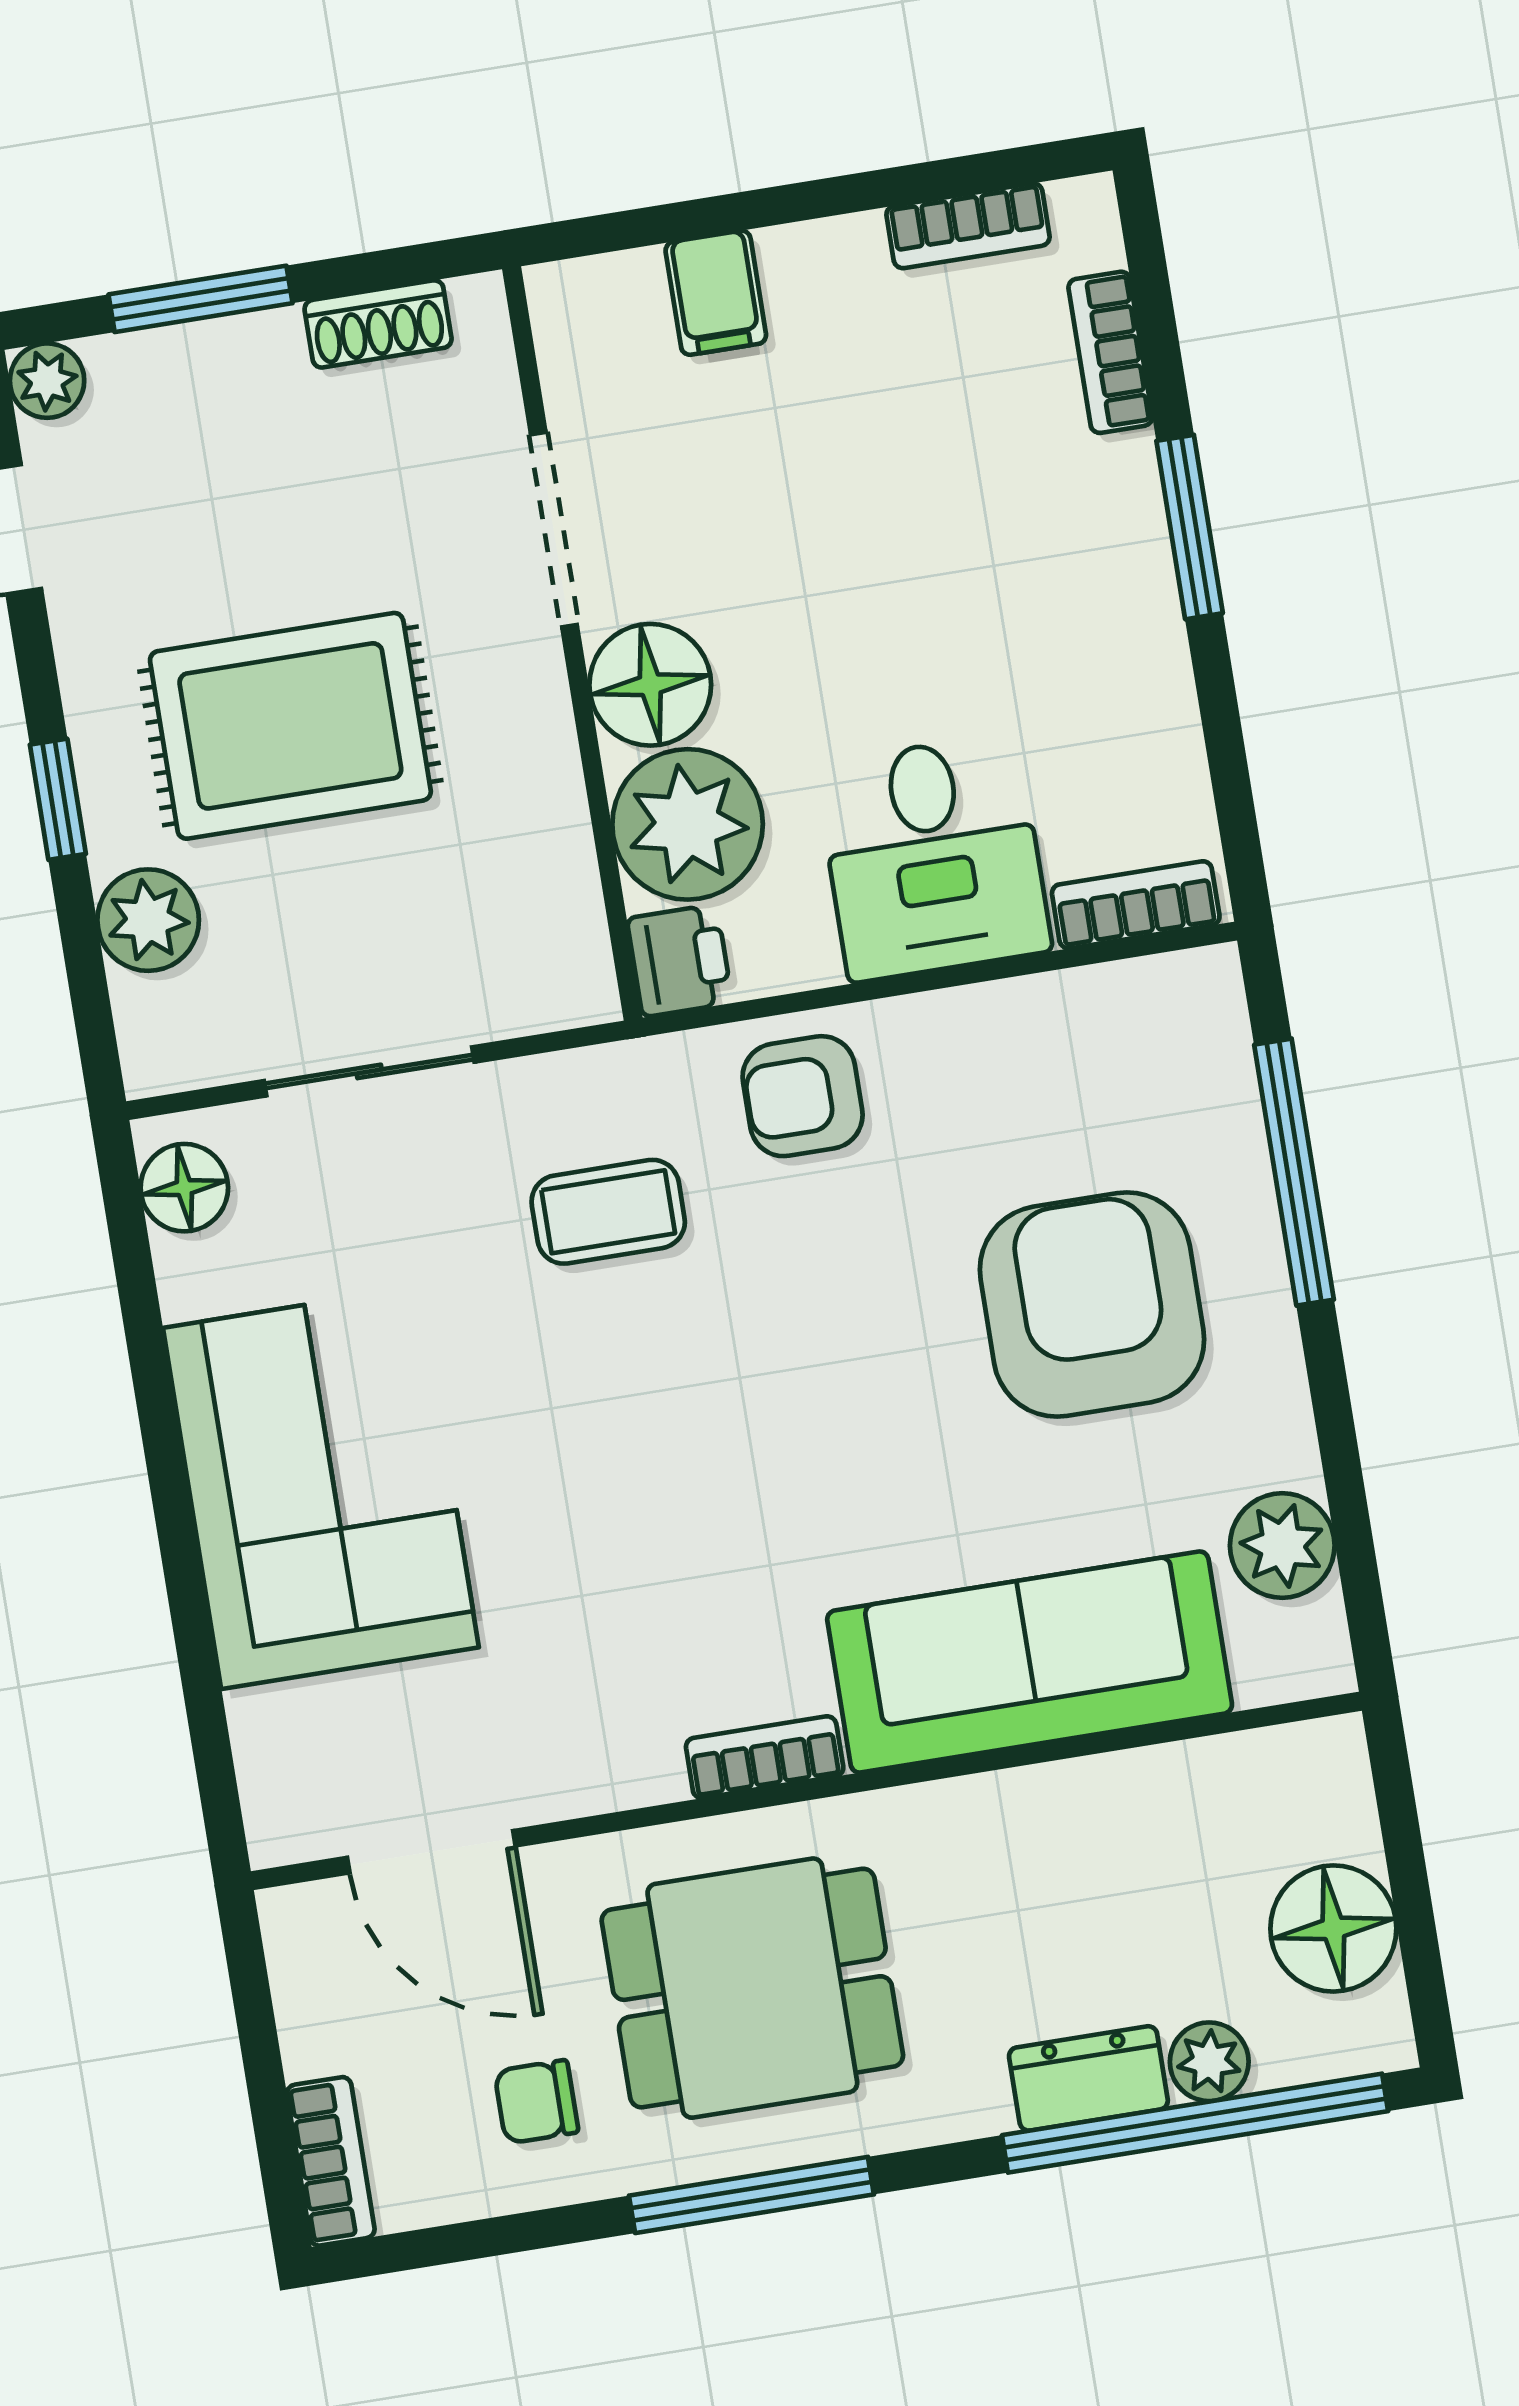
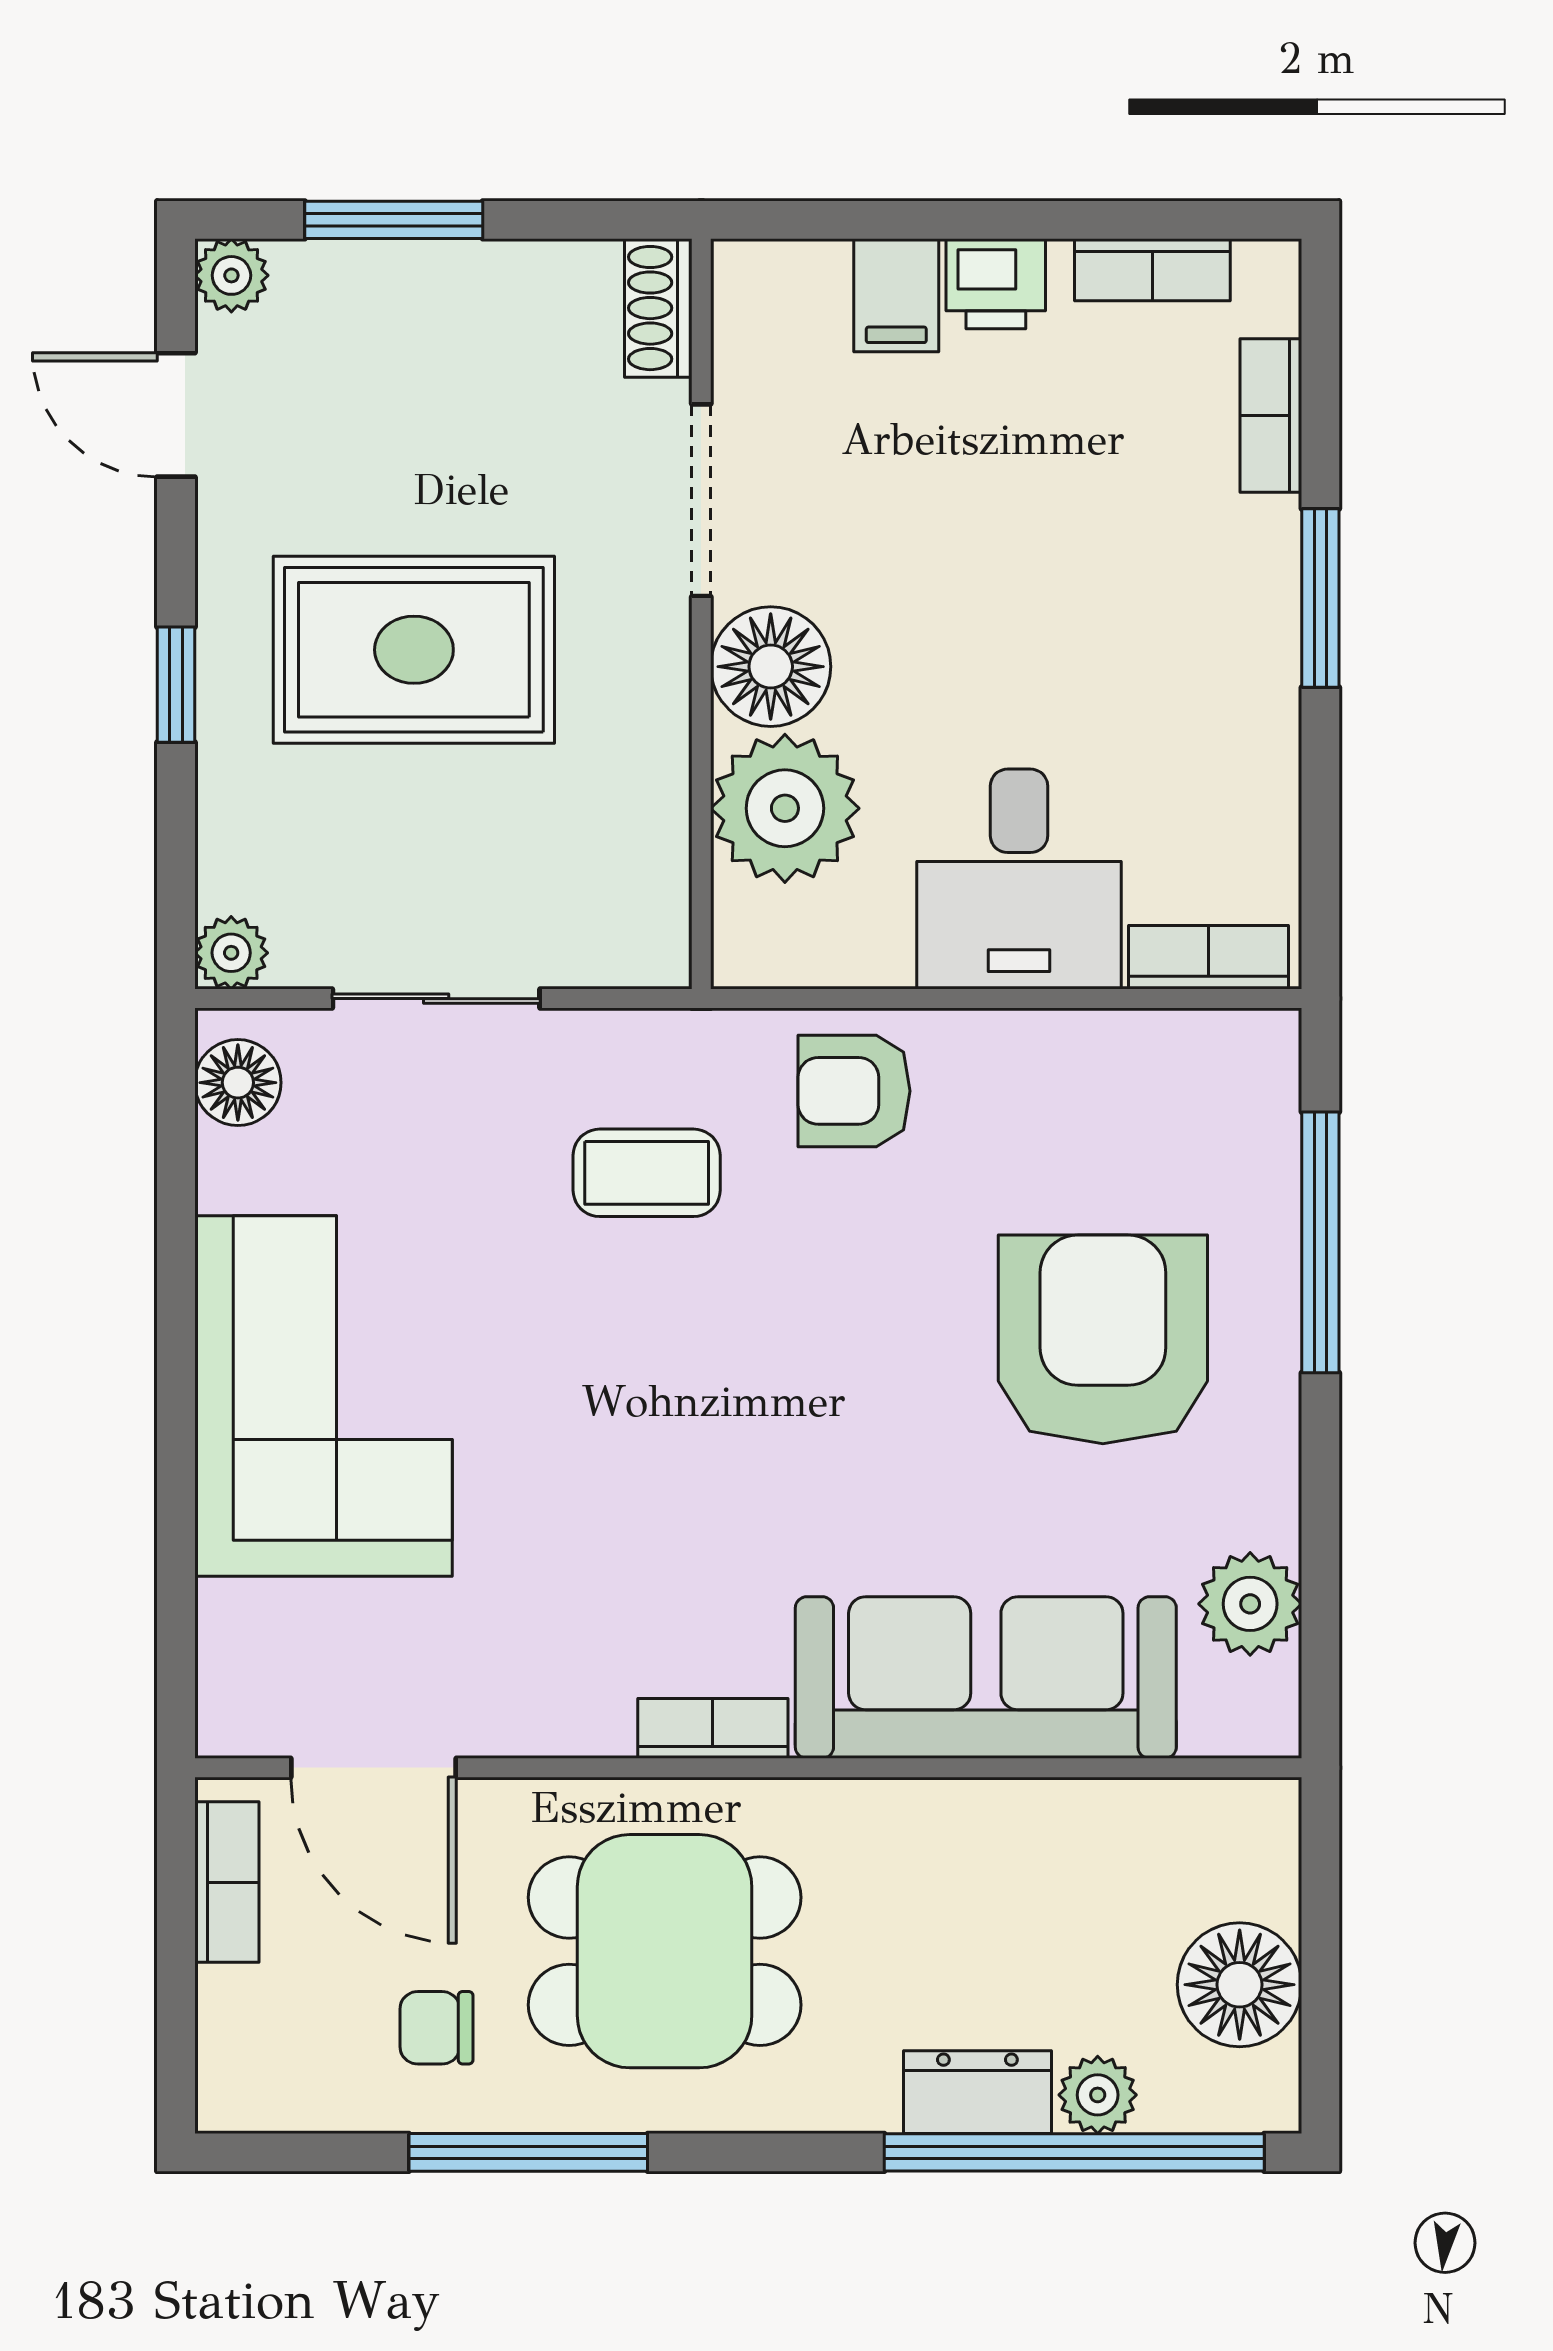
shoe rack: (378, 324) -> (658, 308), moved, turned 90
plant: (148, 920) -> (231, 953), moved, width x0.73, depth x0.73
printer: (680, 961) -> (996, 284), moved, turned 90
bookcase: (331, 2161) -> (227, 1882), moved
window: (751, 2195) -> (528, 2152), moved

